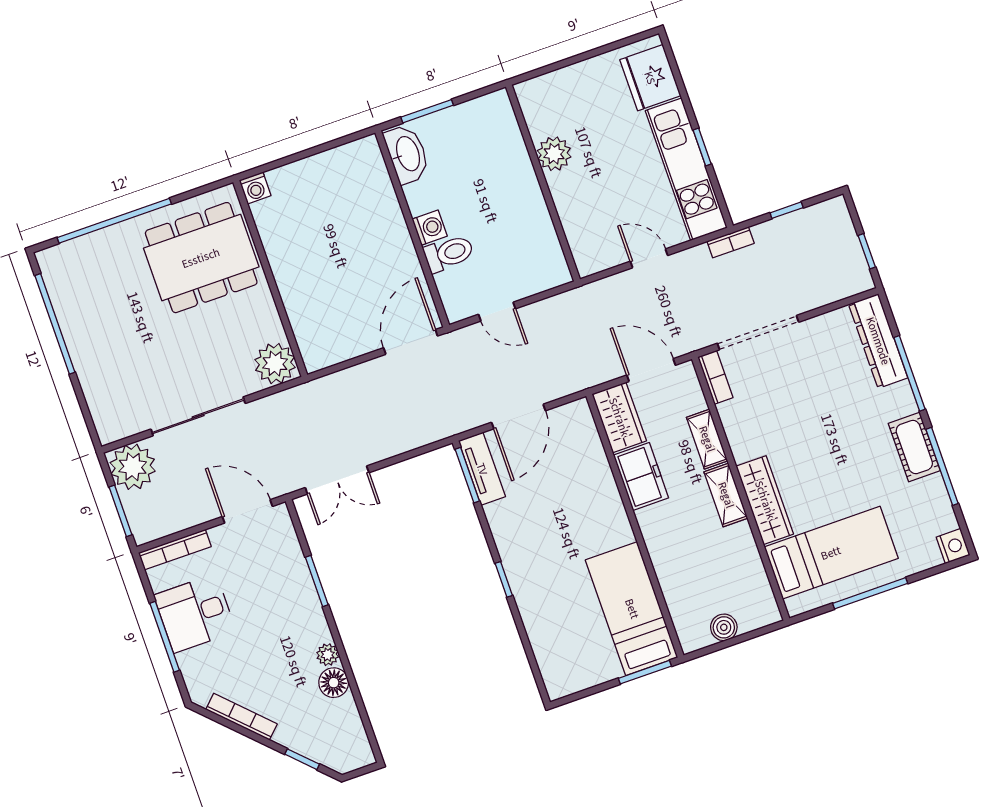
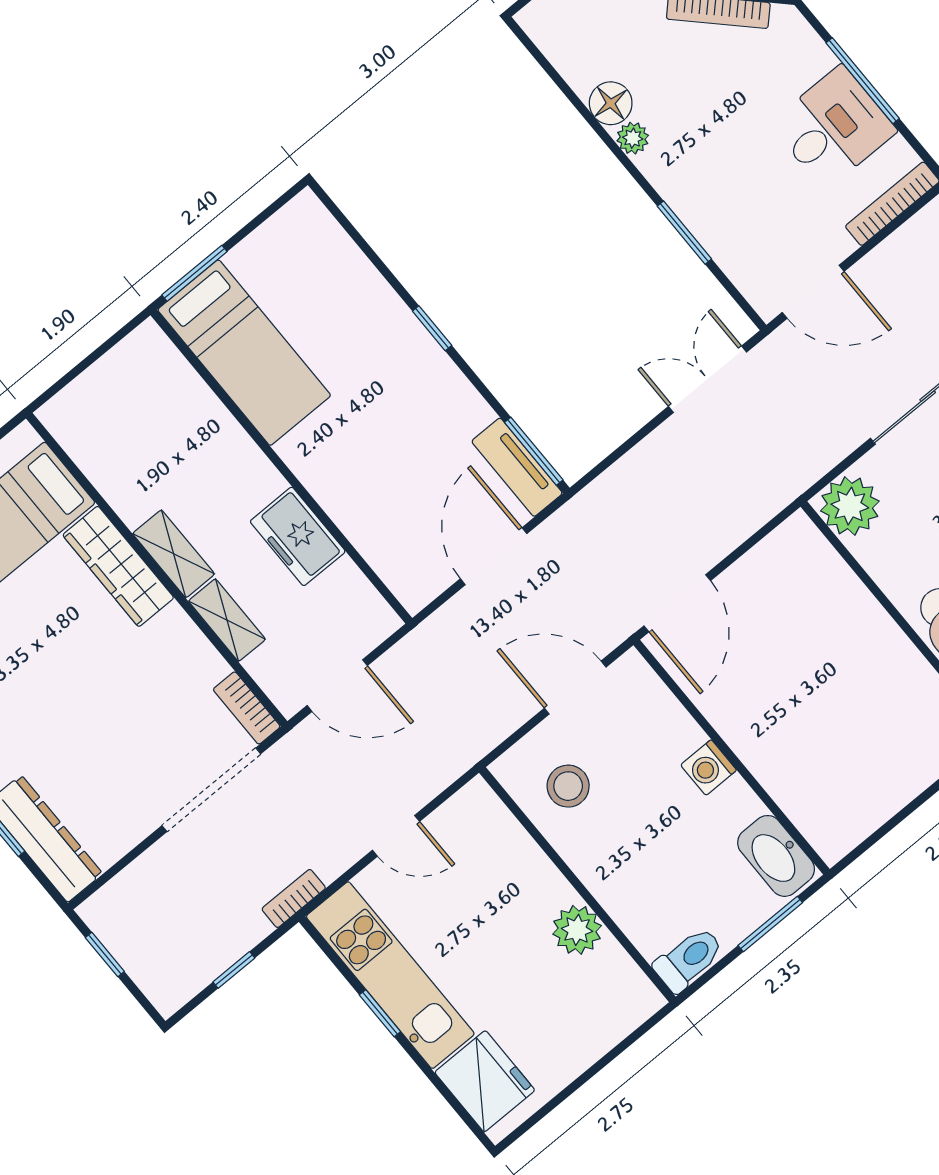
stool: (525, 249) -> (568, 786), added
toilet: (449, 253) -> (689, 959), moved, turned 180
door: (497, 312) -> (575, 688), width x1.38
wardrobe: (619, 417) -> (357, 605), removed
boiler: (724, 627) -> (110, 374), removed

